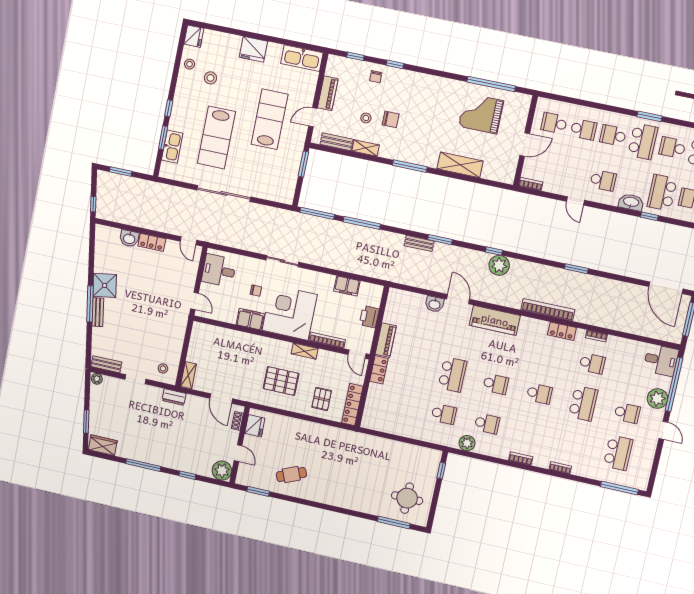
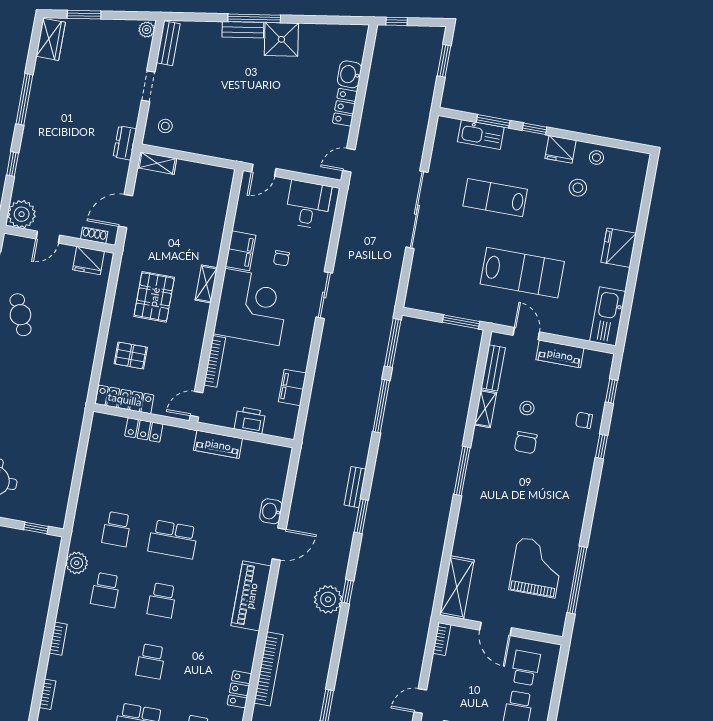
fridge: (194, 36) -> (561, 149), moved
lab bench: (216, 137) -> (495, 198), width x0.73, depth x0.72
shelving: (460, 165) -> (457, 587), moved
shelving: (305, 351) -> (206, 284), moved
locker: (379, 370) -> (144, 430), moved

